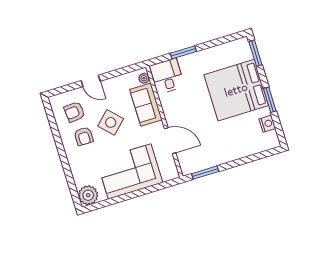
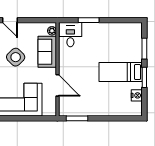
window: (255, 53) -> (144, 49), moved
bed: (236, 90) -> (121, 72), width x0.49

